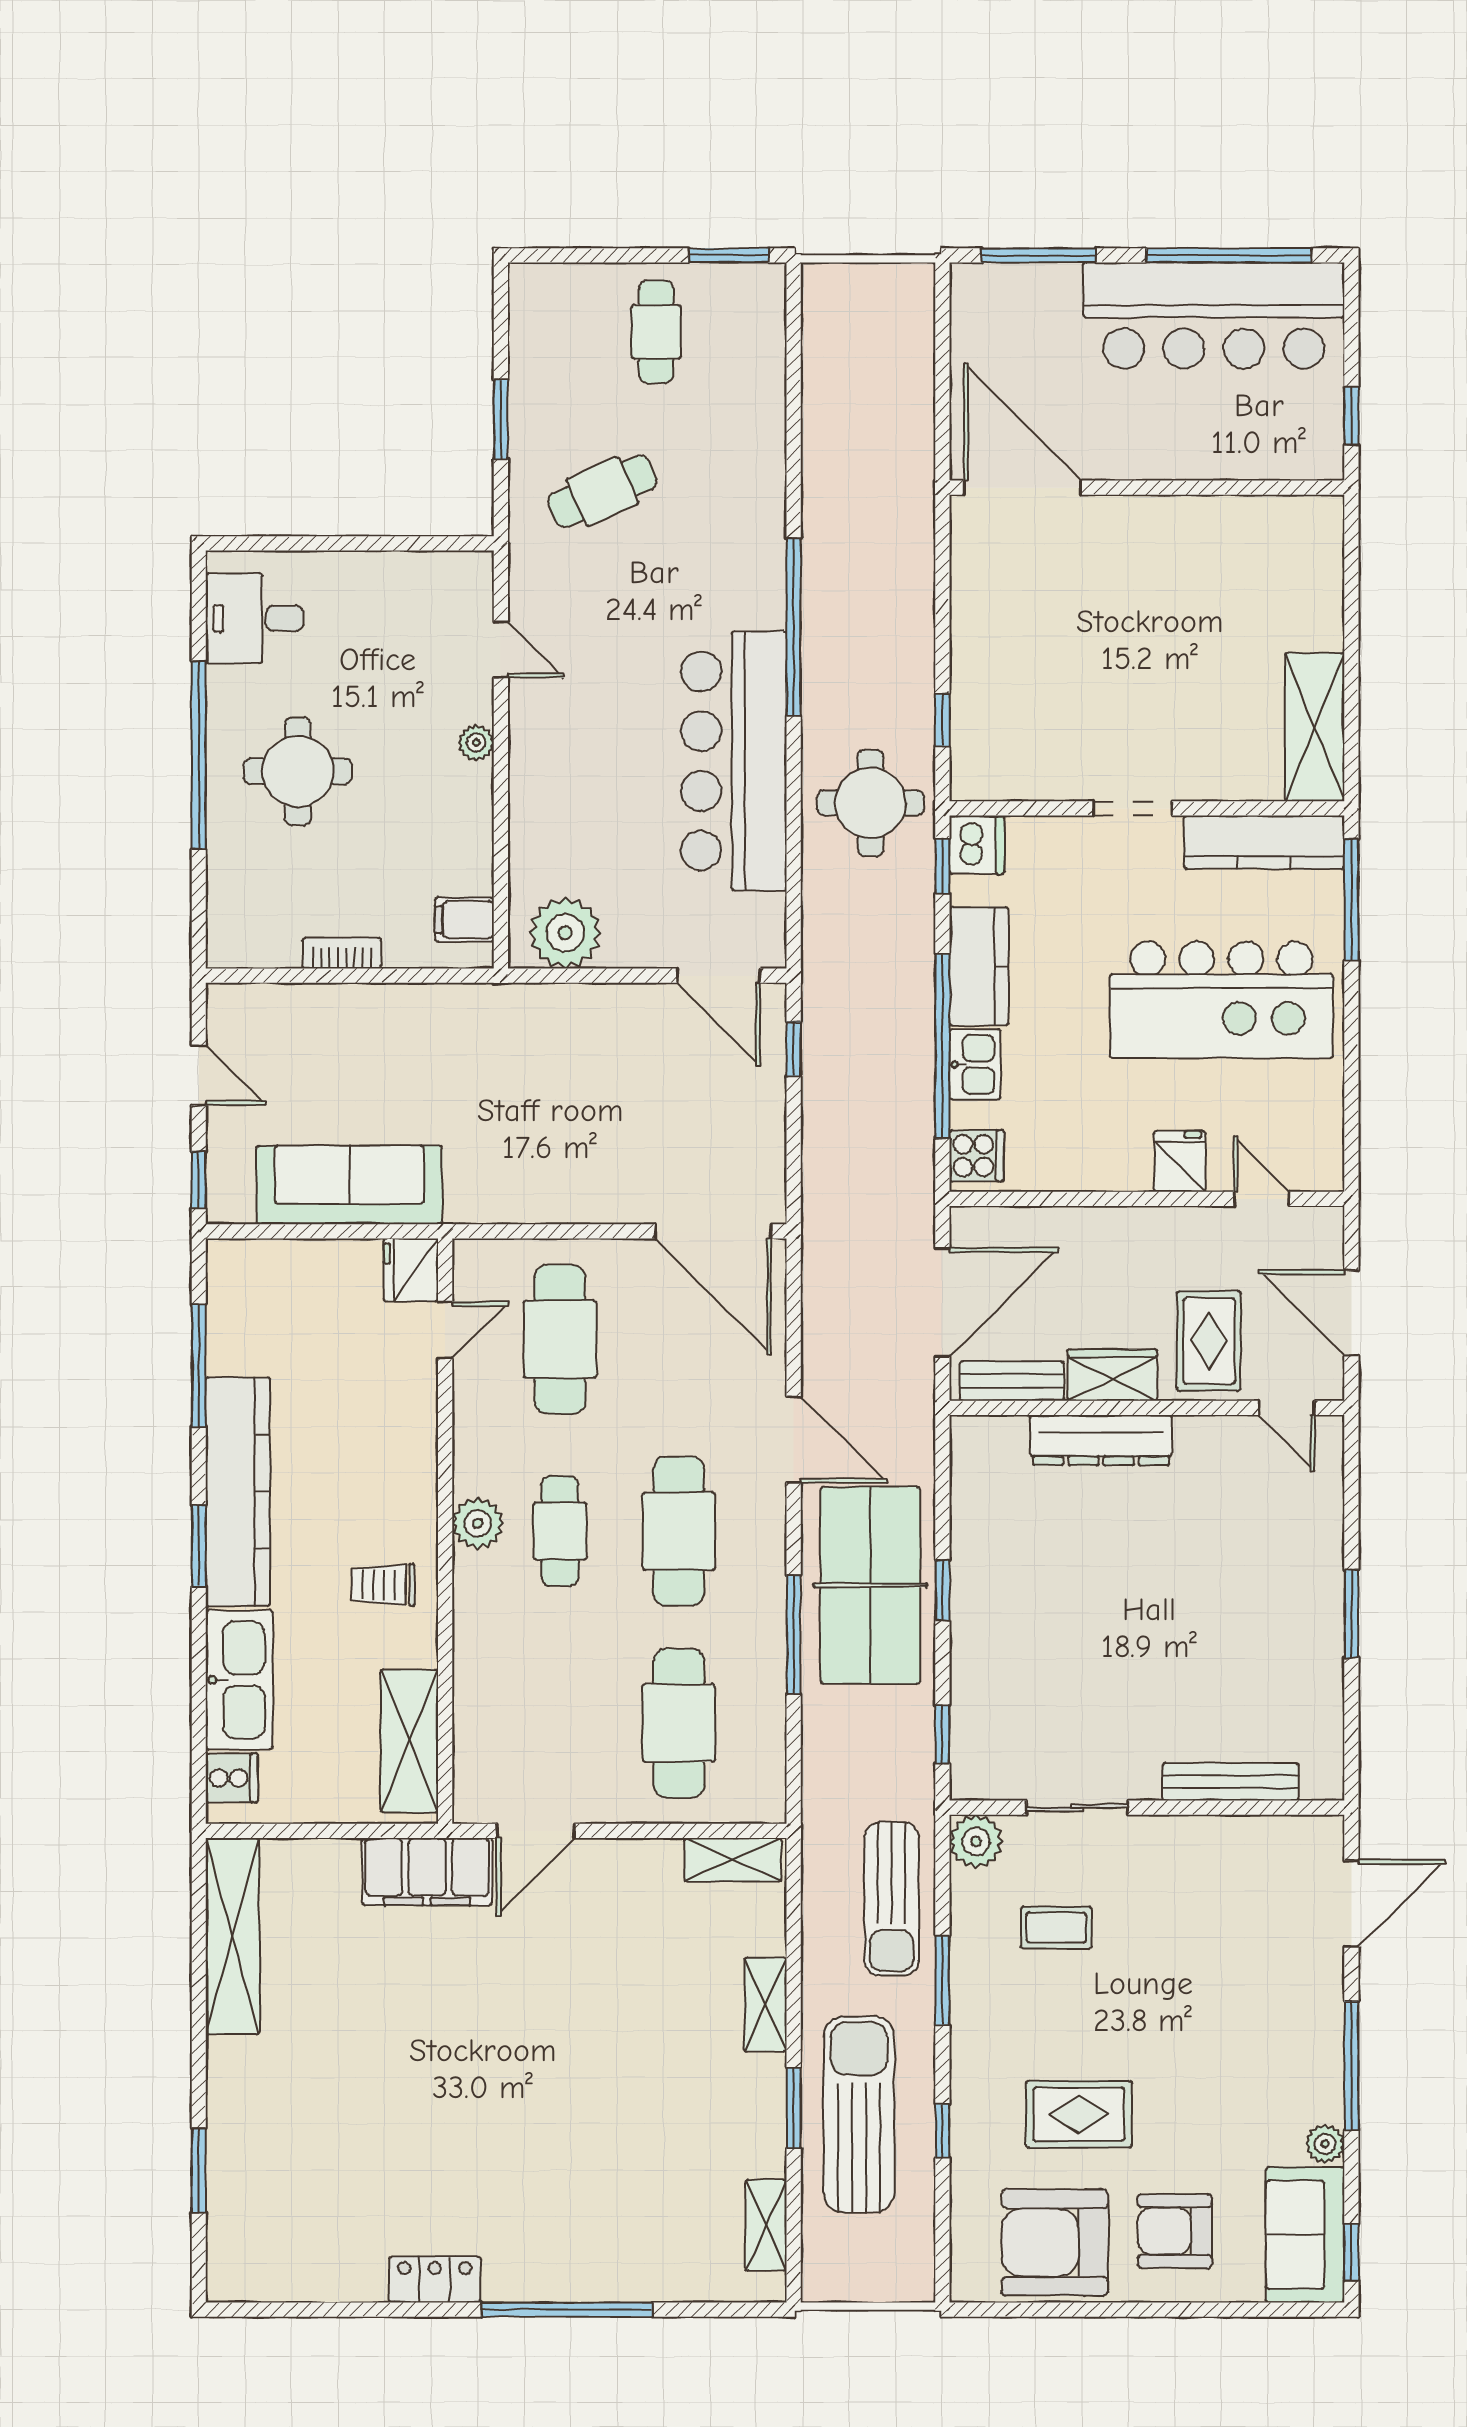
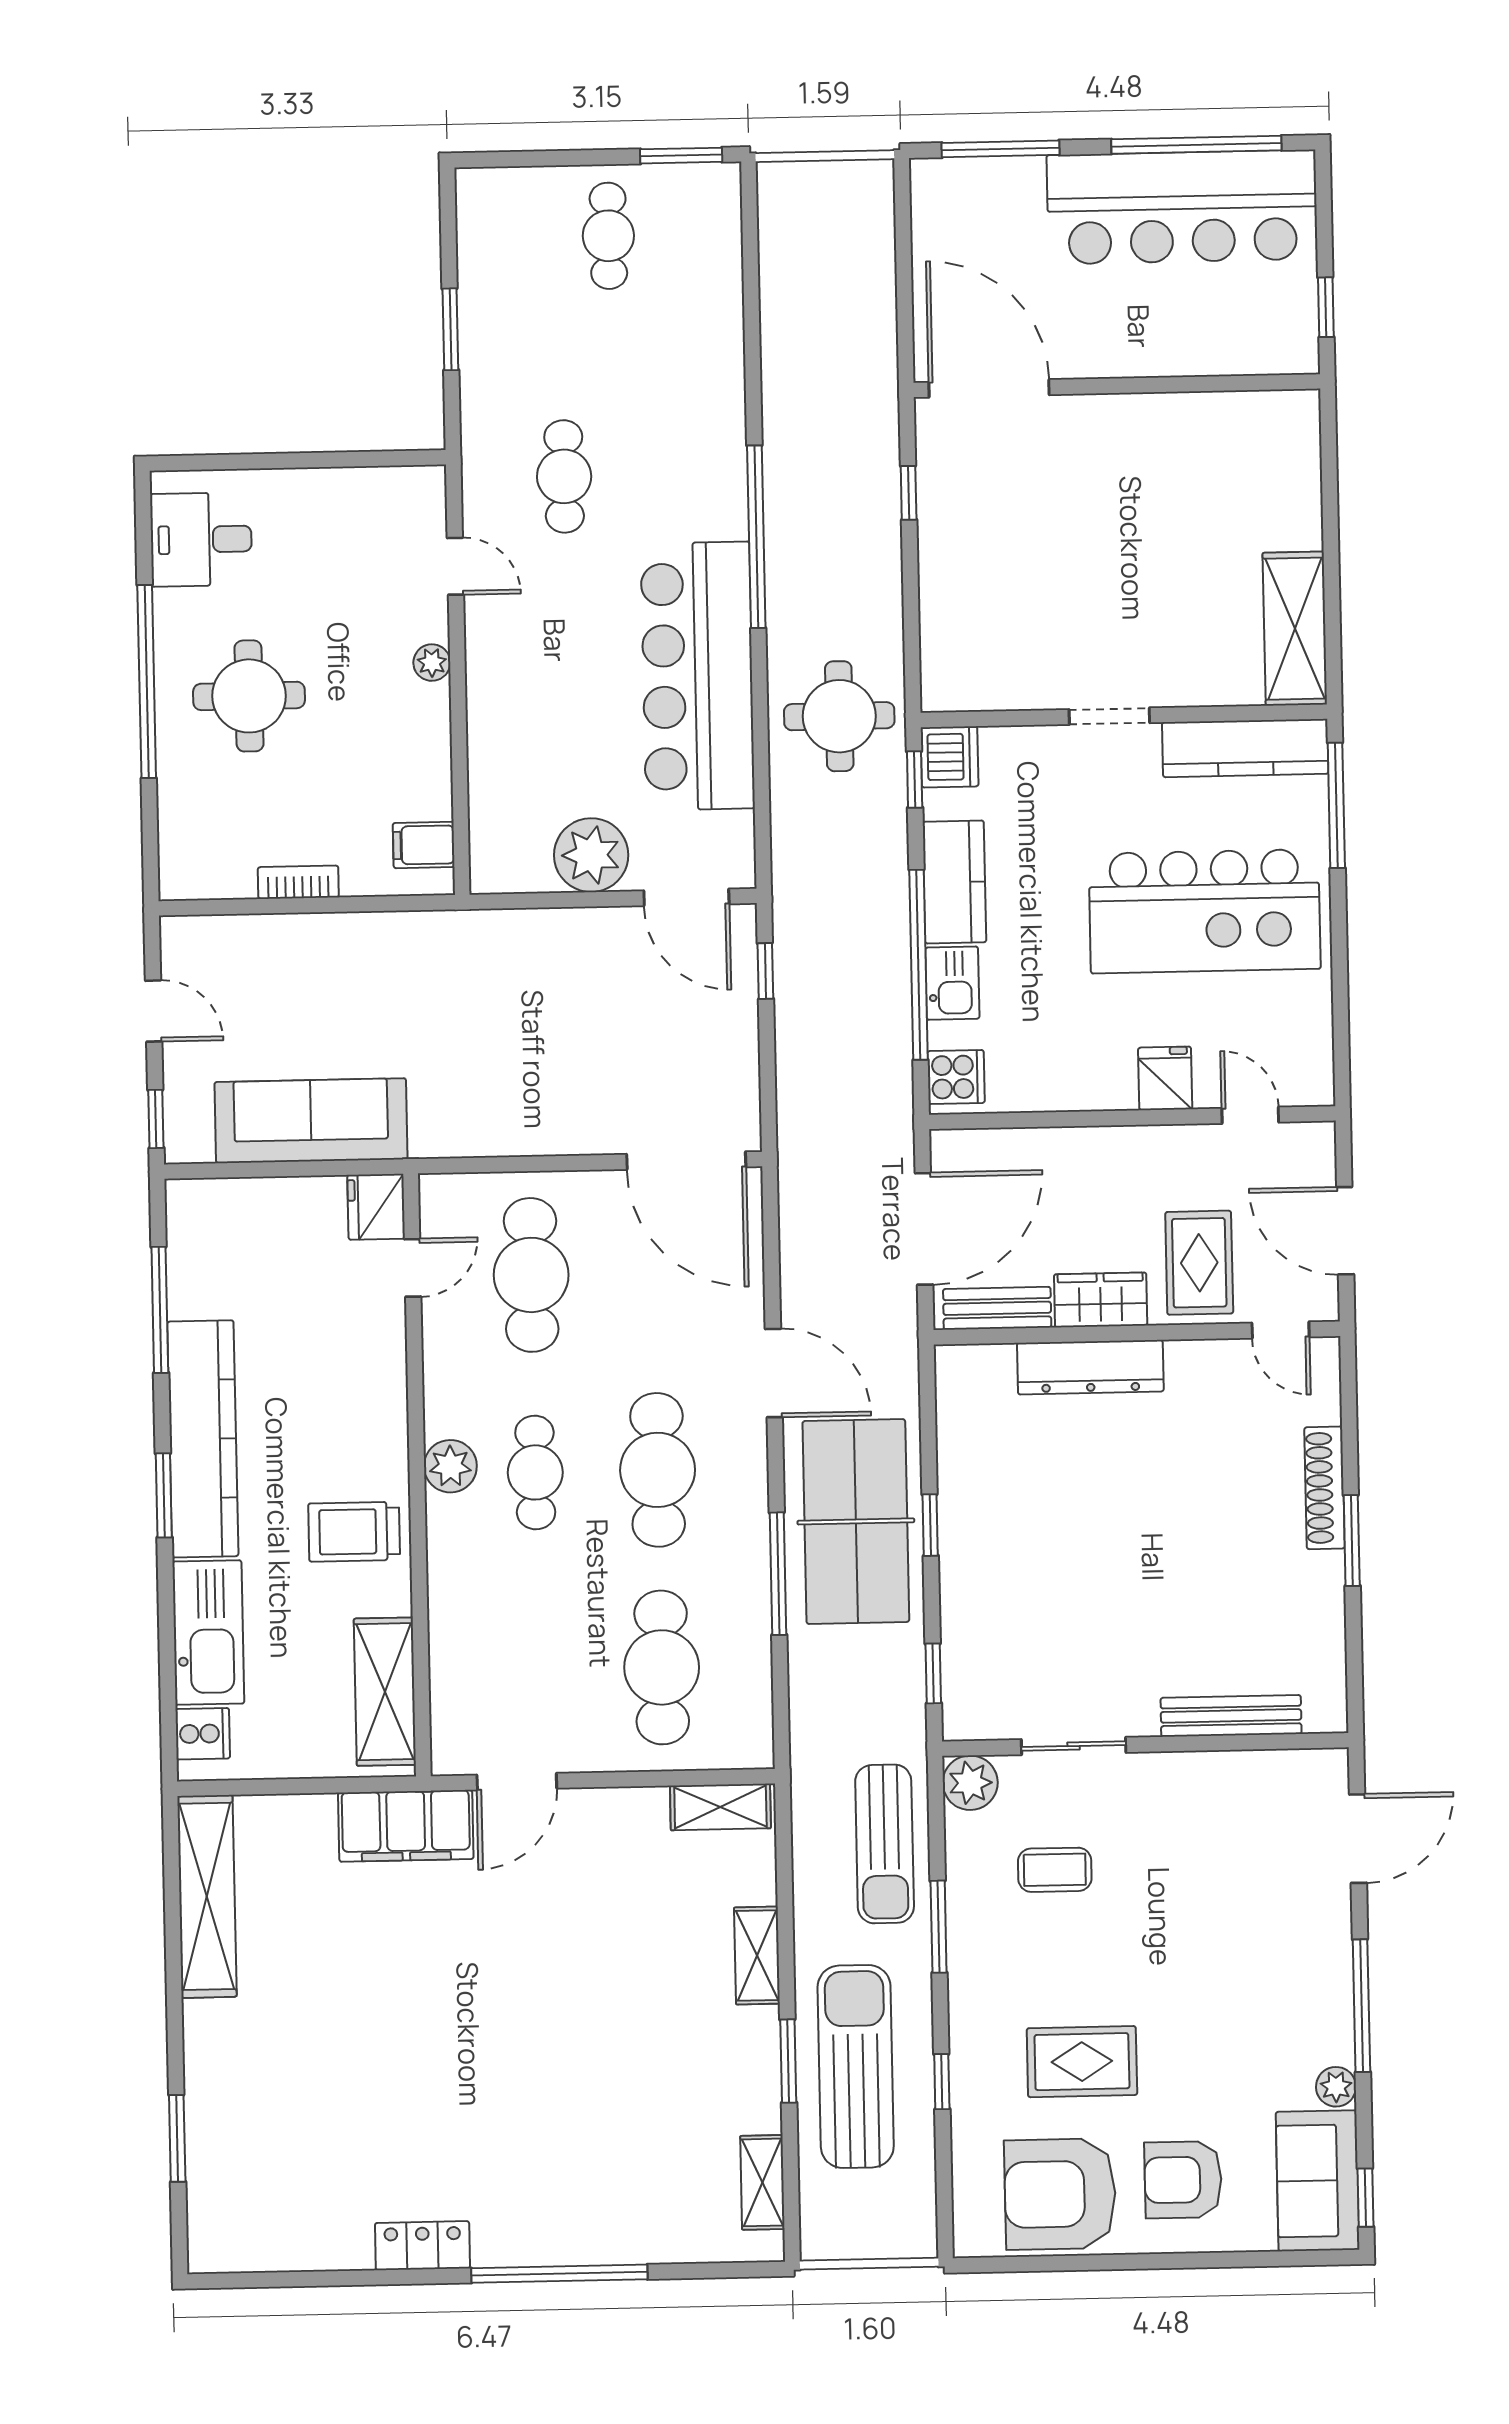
cafe table: (602, 491) -> (564, 476), moved, turned -66
window: (942, 720) -> (909, 493), moved
plant: (565, 933) -> (591, 855), moved
shoe rack: (1326, 1562) -> (1325, 1488), added
trolley: (383, 1585) -> (354, 1532), width x1.36, depth x1.39

